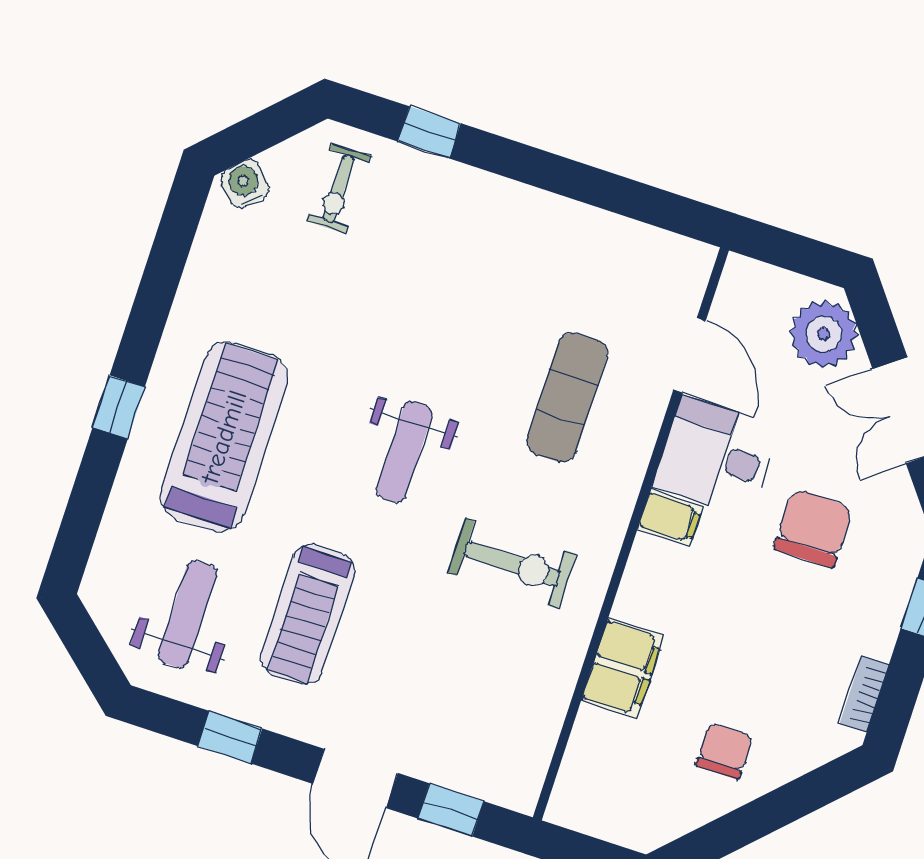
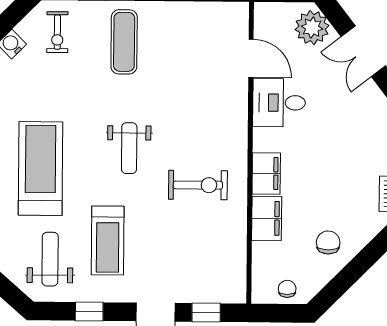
exercise mat: (567, 397) -> (124, 42), moved
filing cabinet: (670, 518) -> (266, 173), moved, width x2.00
chair: (813, 528) -> (287, 289), moved, width x0.54, depth x0.54

